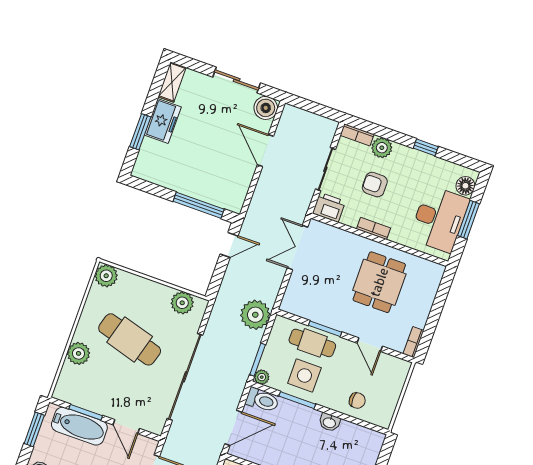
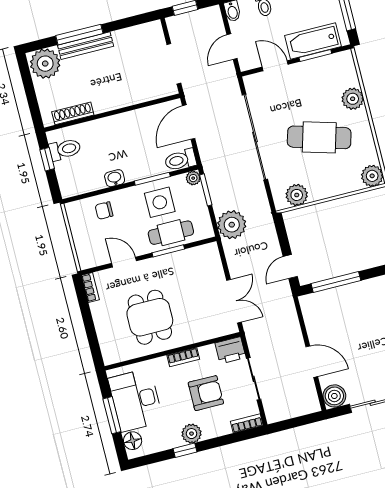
plant: (382, 148) -> (192, 434), moved
armchair: (375, 185) -> (206, 393), width x1.38, depth x1.38

